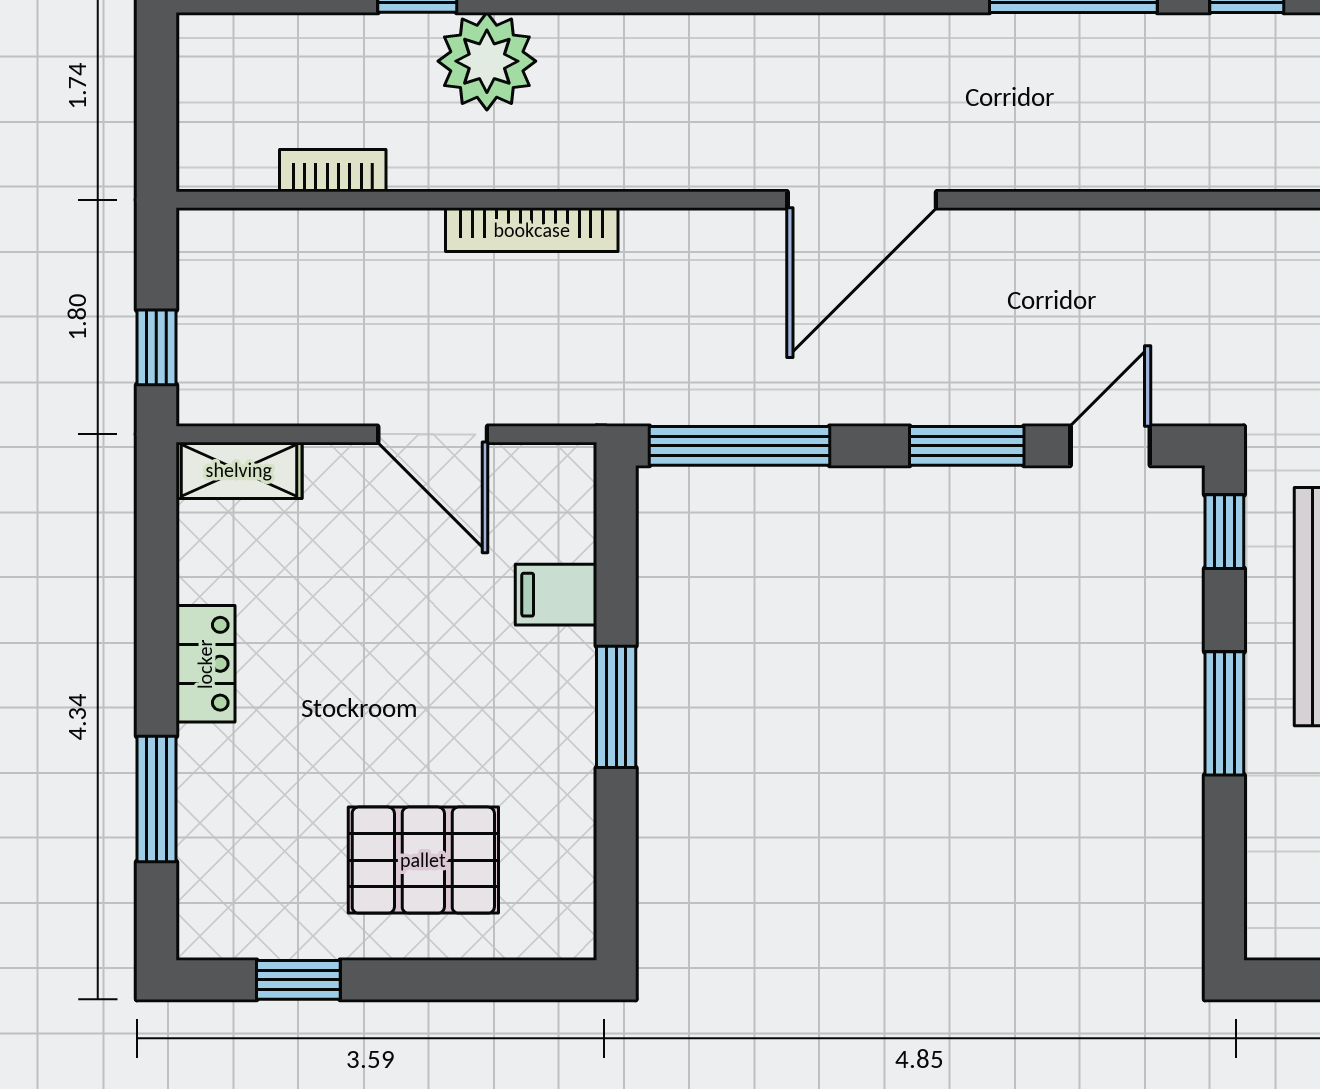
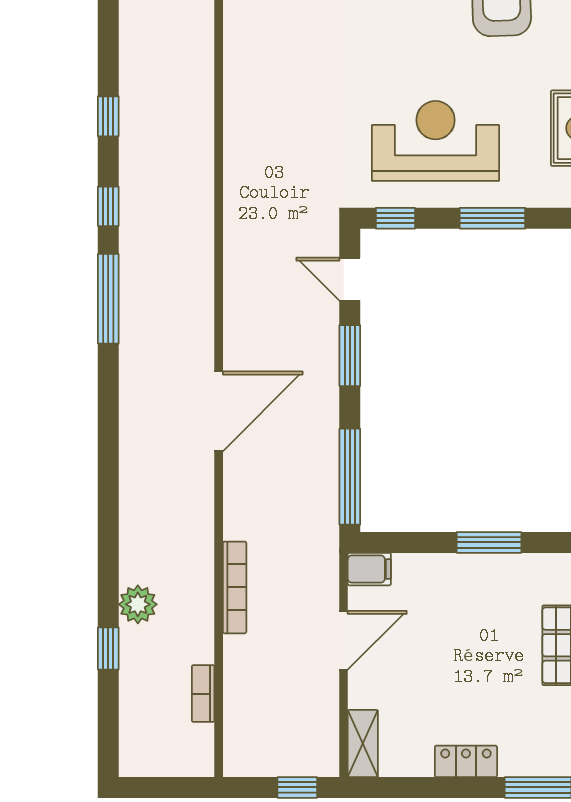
plant: (487, 61) -> (138, 604), width x0.73, depth x0.73
door: (862, 200) -> (219, 411), hinge flipped
filing cabinet: (556, 595) -> (369, 569), moved, turned -90

